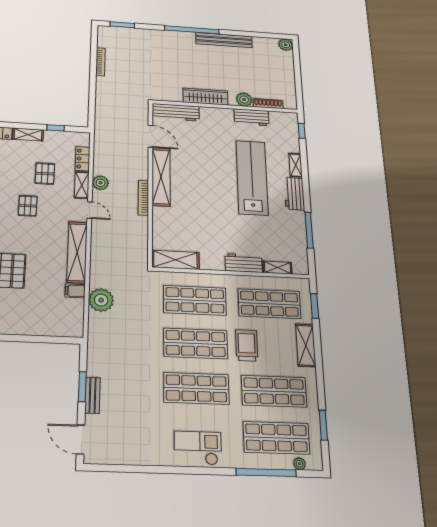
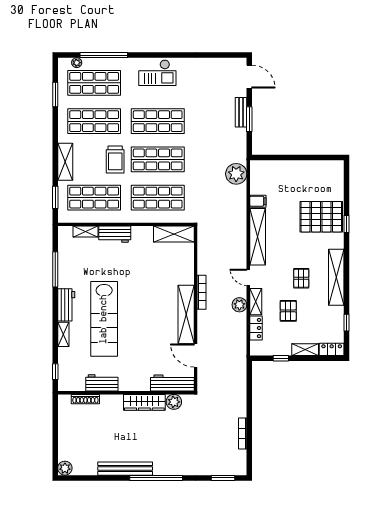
plant: (244, 100) -> (174, 402), moved
plant: (101, 300) -> (236, 174), moved

